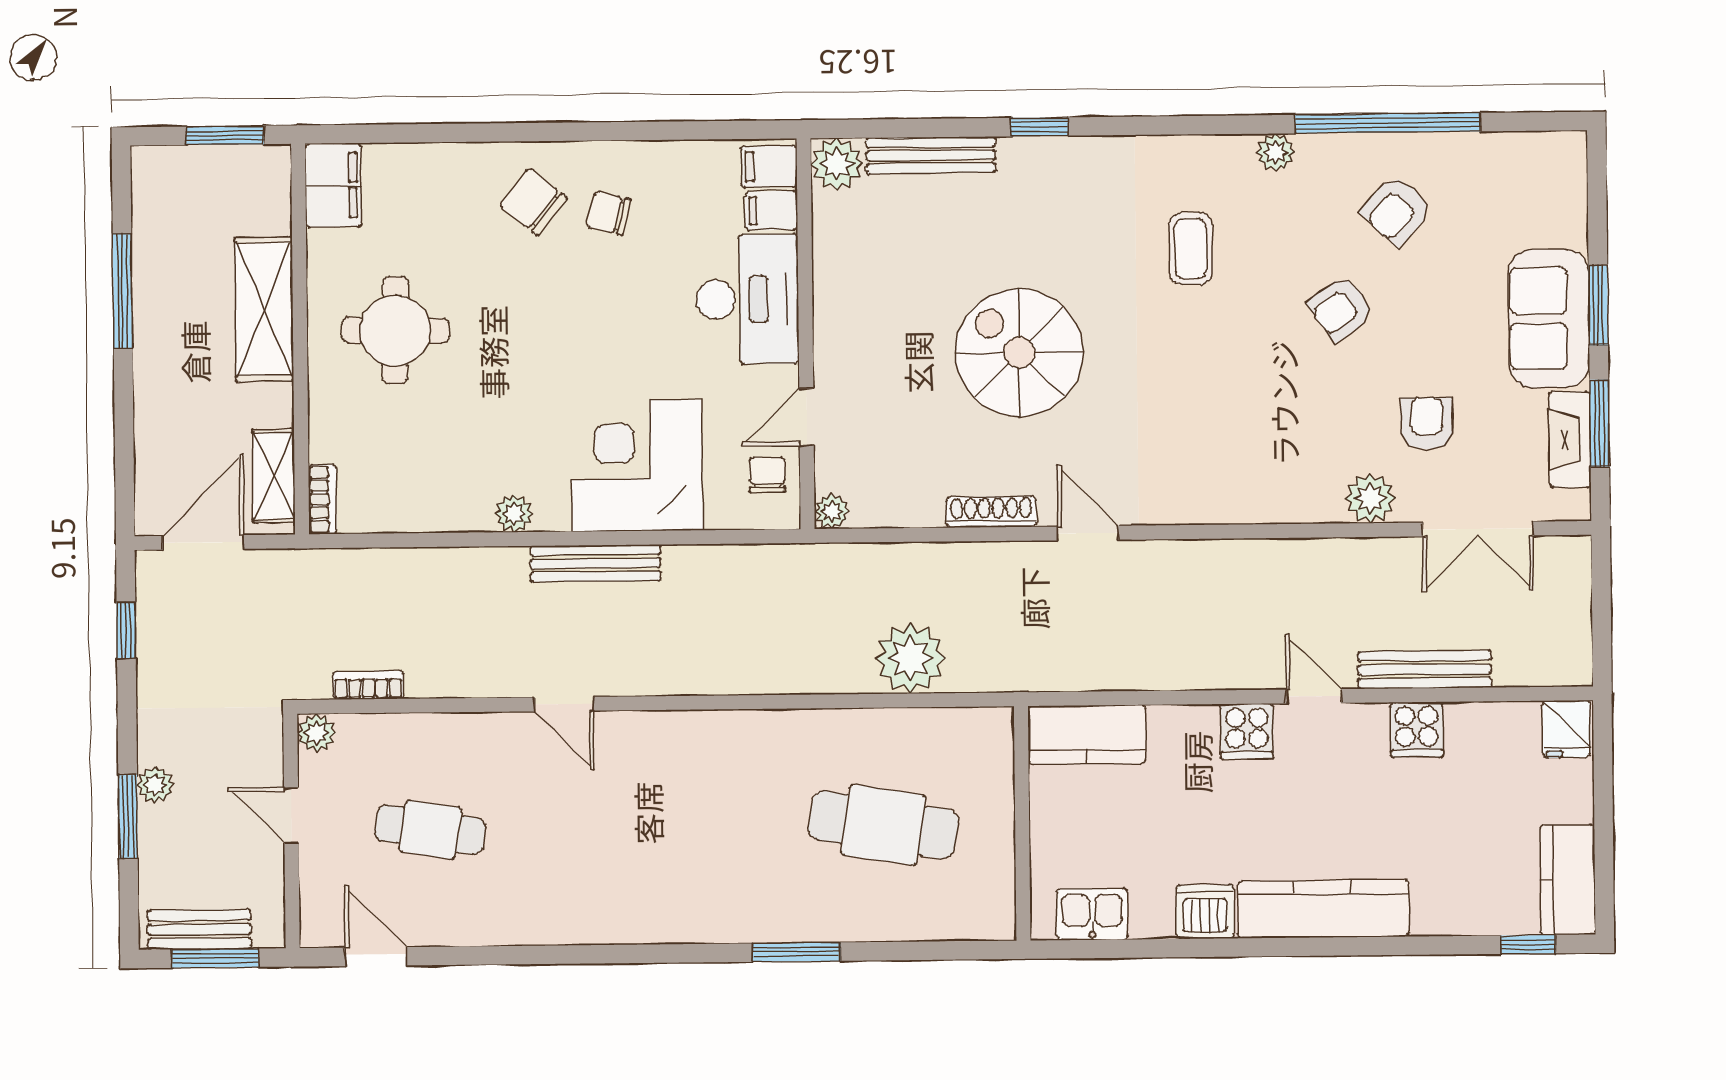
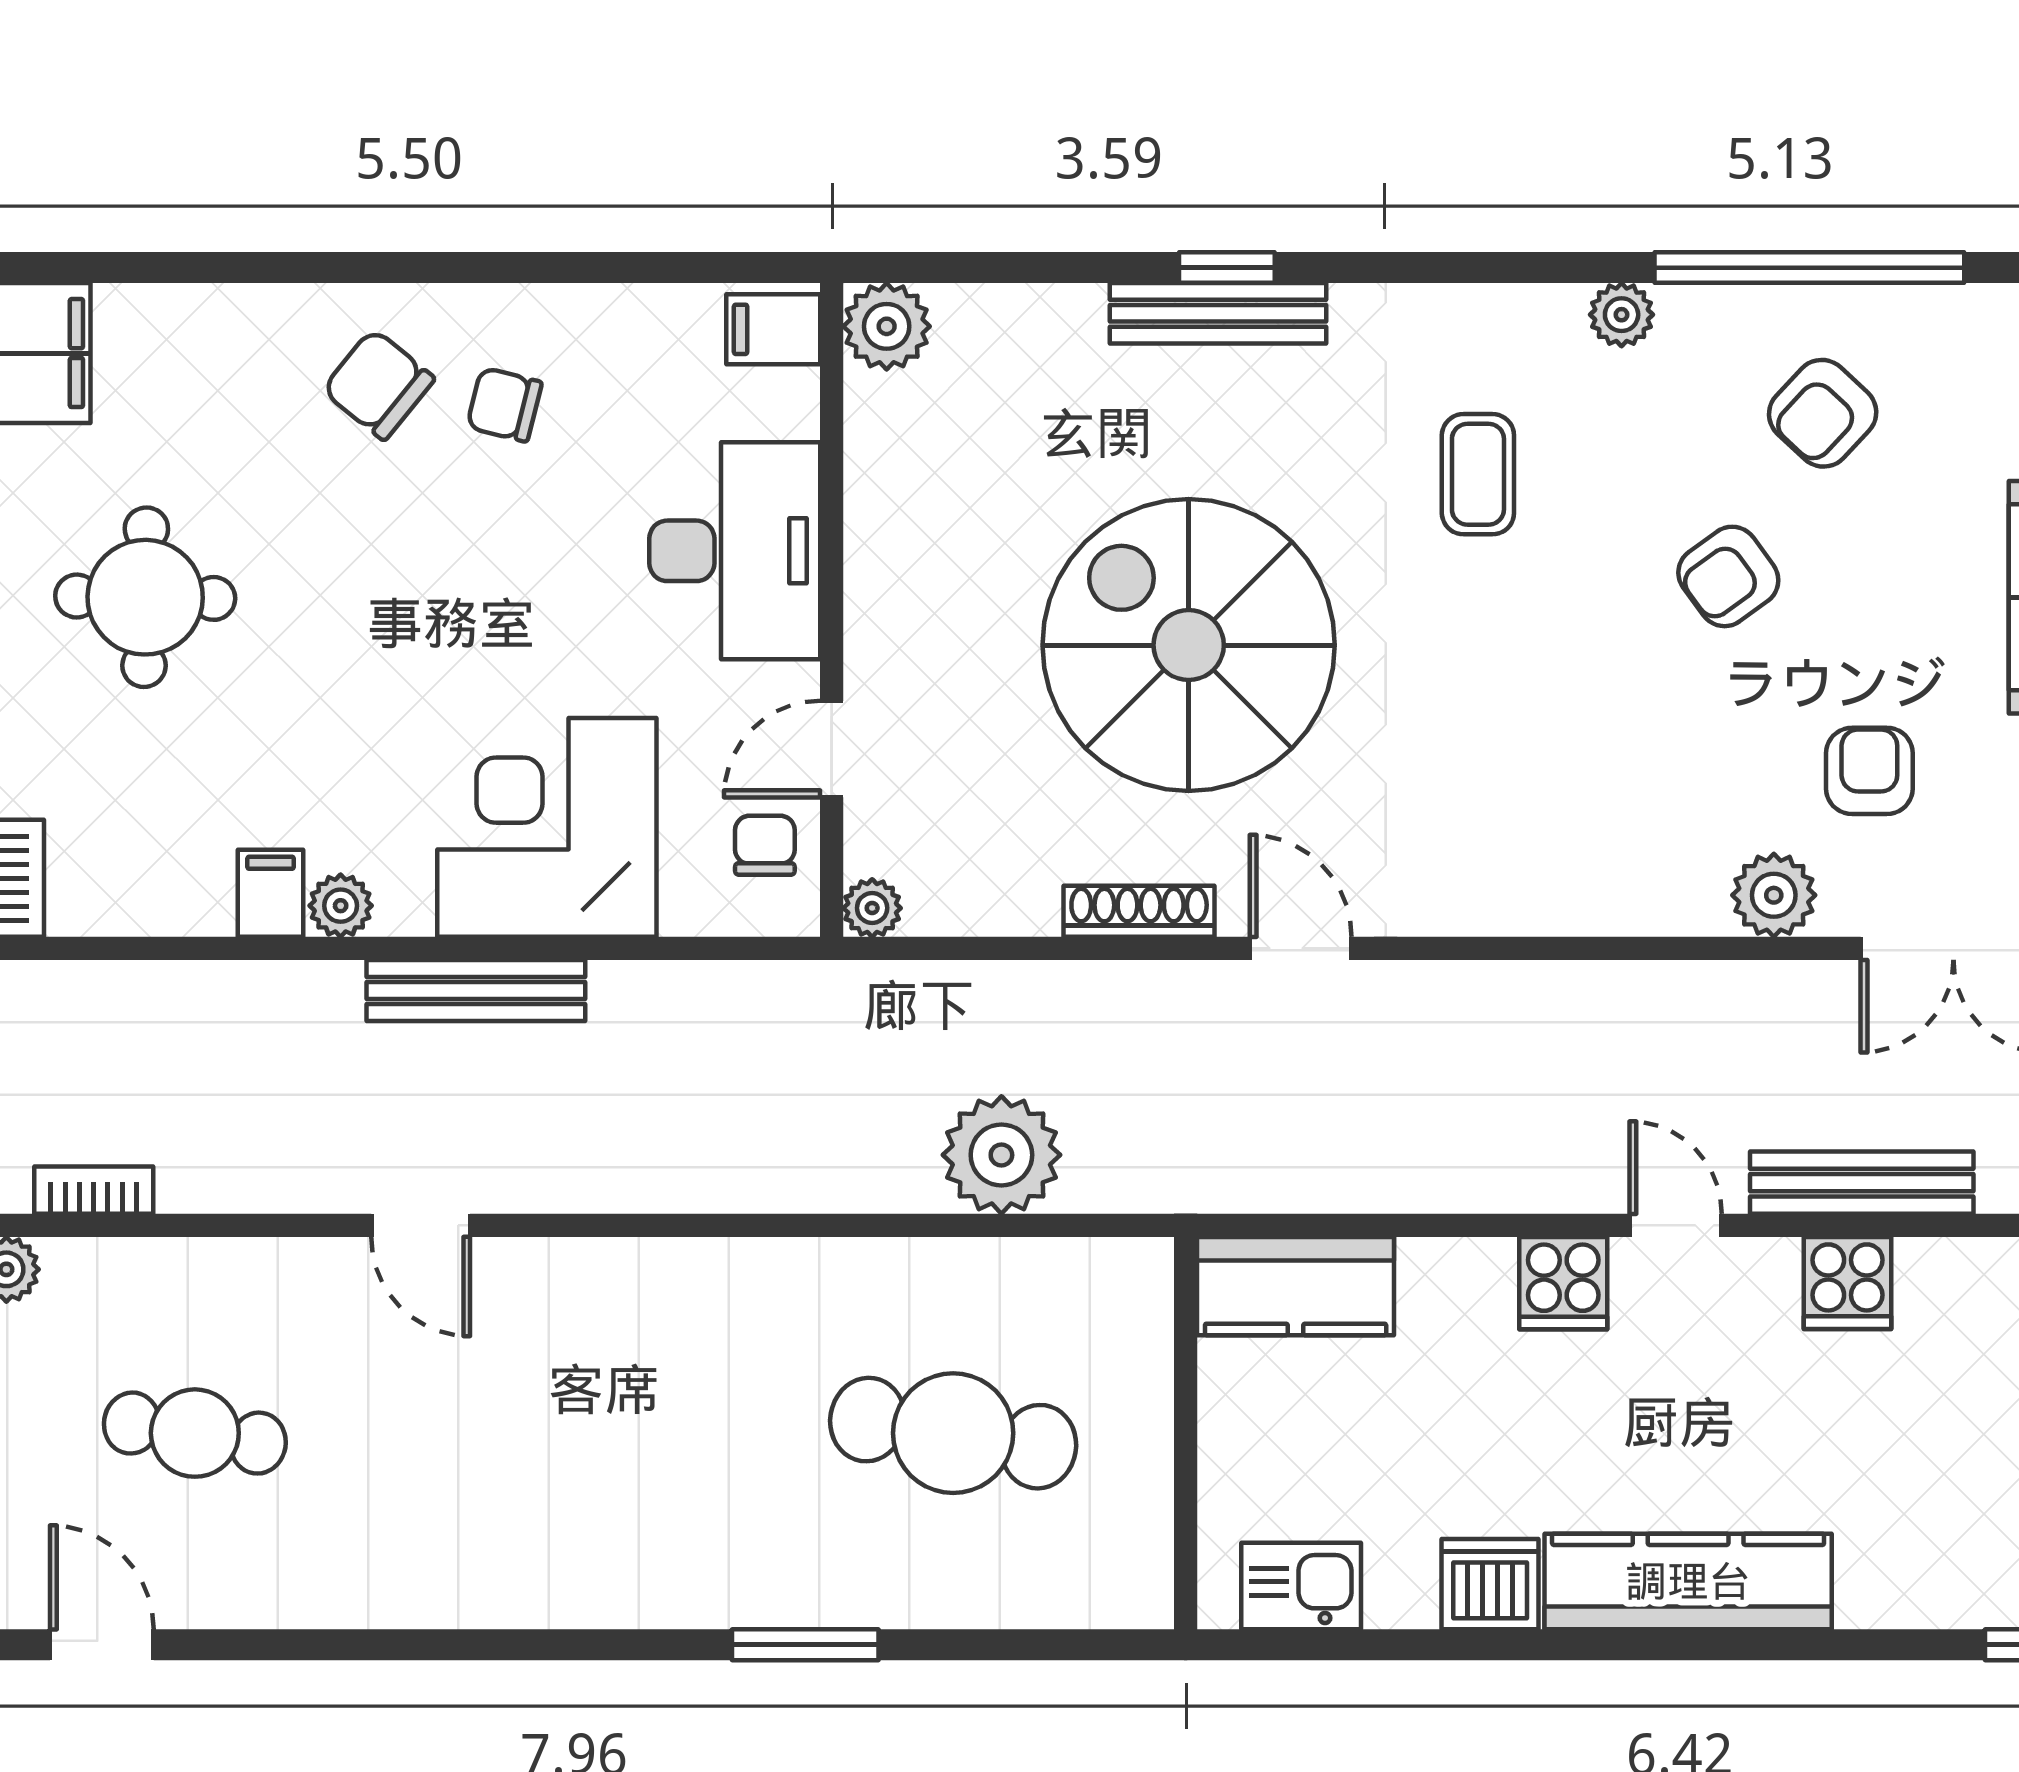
bench: (931, 155) -> (1218, 313), moved
filing cabinet: (771, 211) -> (271, 893), moved, turned 90
spiral stairs: (1019, 353) -> (1189, 645), width x1.37, depth x1.37

